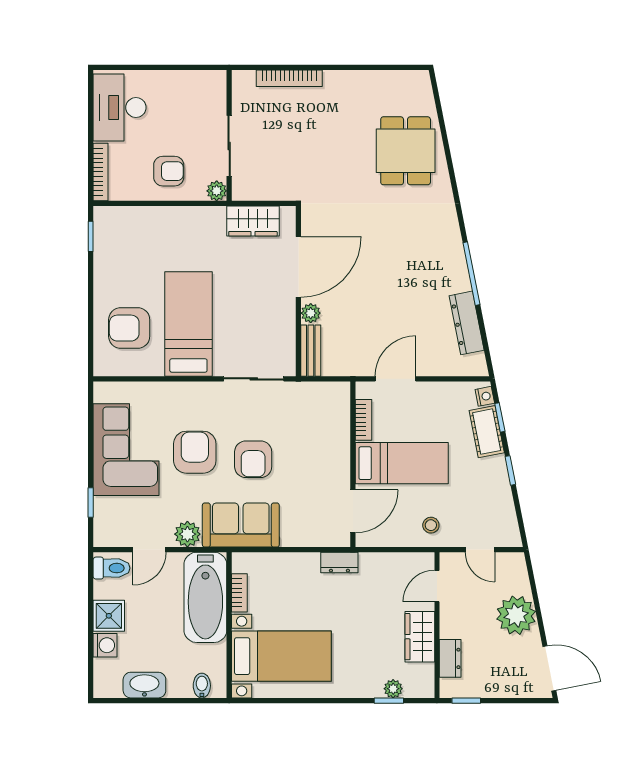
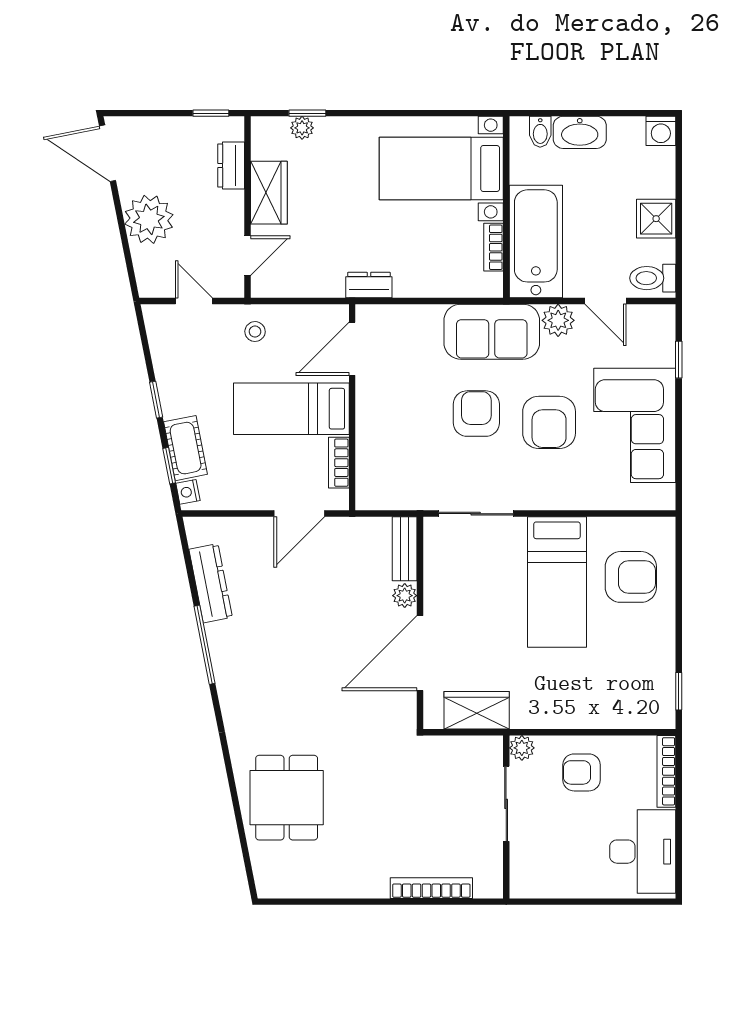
door: (149, 550) -> (606, 301), swing flipped
washing machine: (105, 645) -> (661, 131), moved, turned -90
washbasin: (144, 685) -> (580, 132), moved

